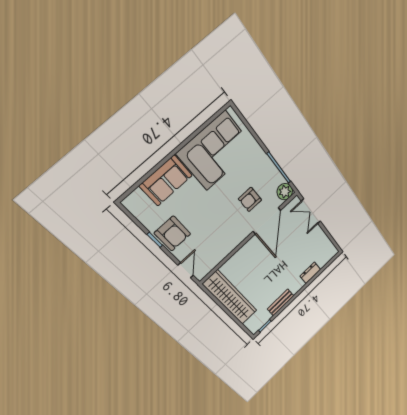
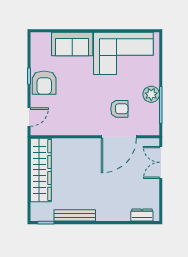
plant: (285, 192) -> (151, 94), moved
armchair: (250, 199) -> (119, 109), turned 180
dresser: (310, 273) -> (142, 215), moved
bench: (281, 302) -> (75, 215), width x1.36

